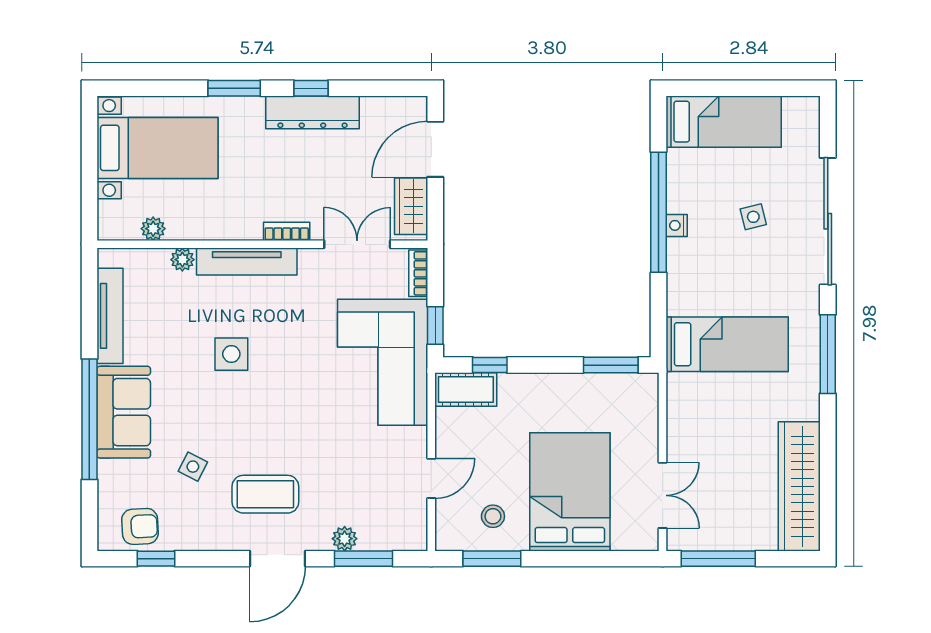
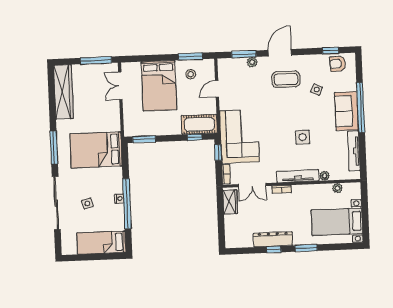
door: (435, 149) -> (221, 226), removed
bed: (727, 344) -> (96, 150), width x1.50
cot: (466, 390) -> (199, 124), width x1.37, depth x1.34

